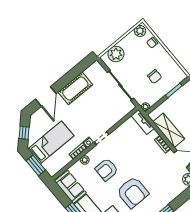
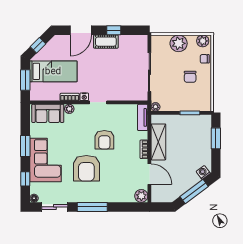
plant: (116, 54) -> (179, 43), moved
window: (70, 77) -> (114, 30), added
chair: (155, 77) -> (190, 77), moved
cot: (75, 88) -> (106, 42), width x0.73, depth x0.75
armchair: (107, 170) -> (104, 140), moved, turned -90
sofa: (70, 187) -> (48, 113), moved, turned 90

